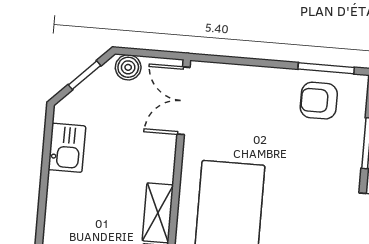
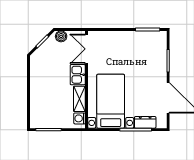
armchair: (319, 101) -> (146, 44), removed
kitchen sink: (67, 148) -> (78, 75), moved, turned 180

